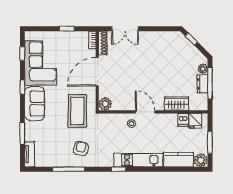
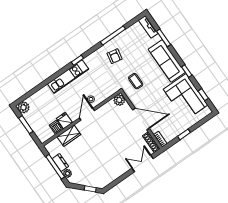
door: (97, 72) -> (141, 119), hinge flipped
sofa: (35, 104) -> (167, 61), width x1.36
coffee table: (77, 111) -> (136, 81), width x0.54, depth x0.58
door: (145, 112) -> (87, 114), swing flipped
fridge: (195, 121) -> (64, 121), moved
kitchen counter: (178, 160) -> (40, 97), removed

